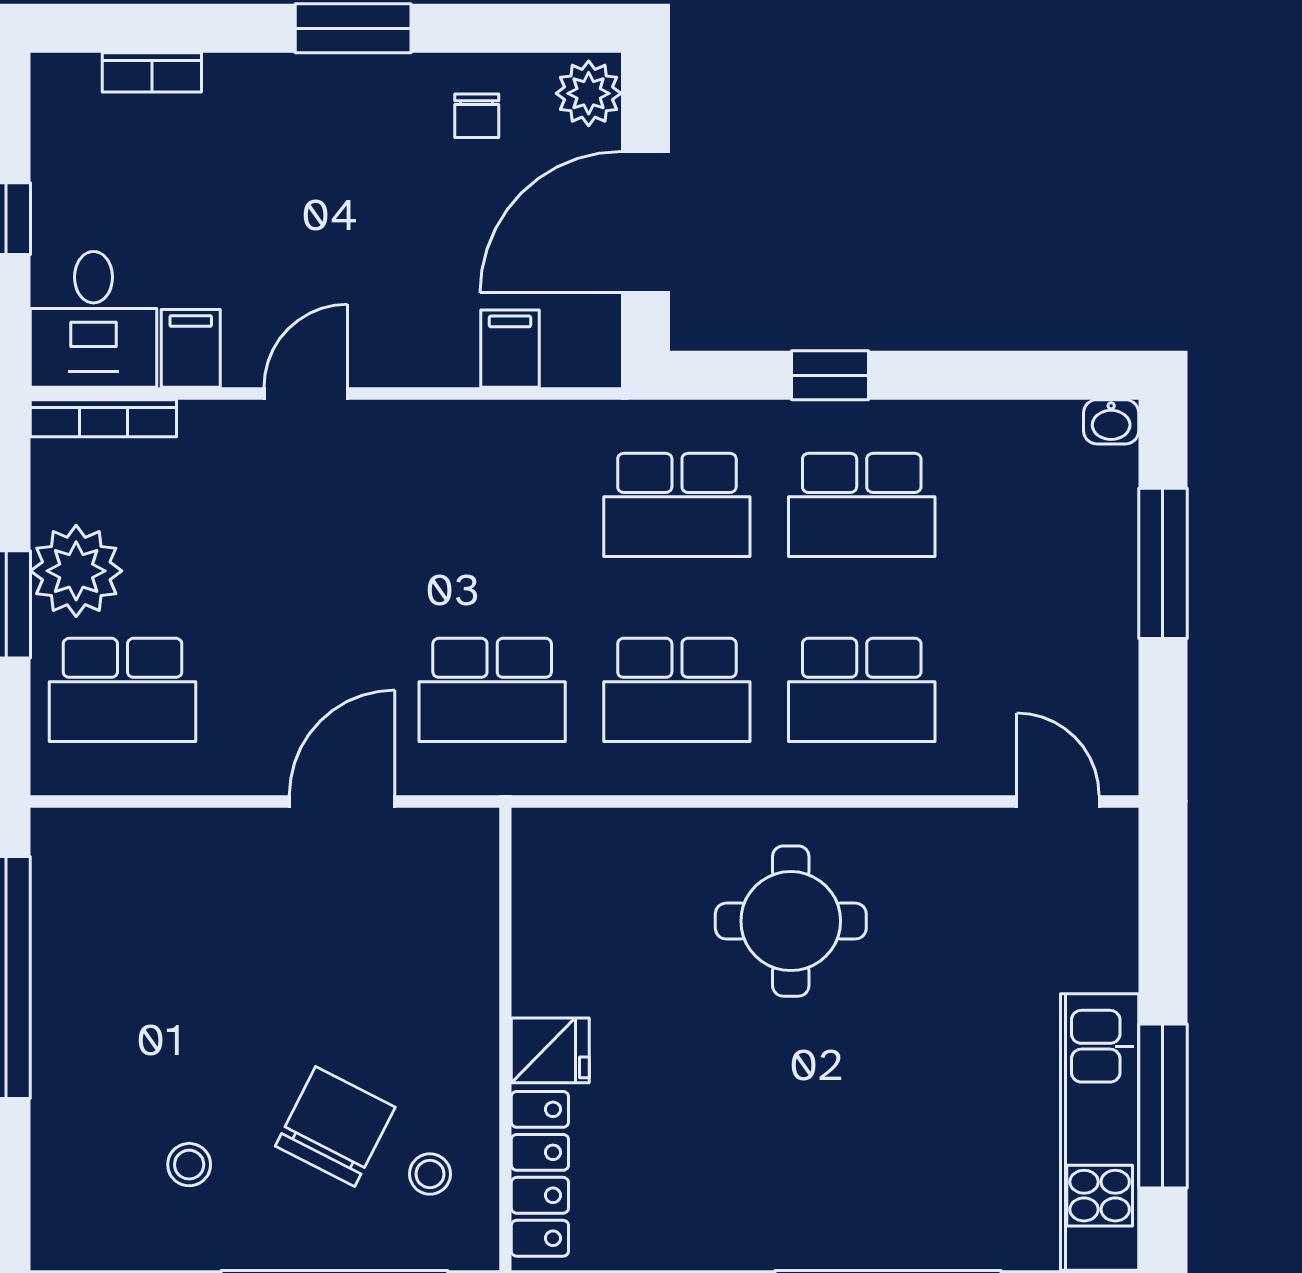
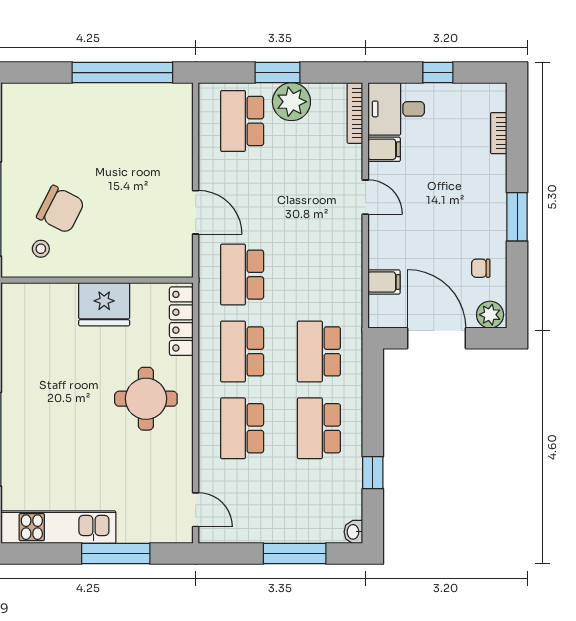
window: (830, 375) -> (373, 473), moved
door: (1058, 801) -> (196, 510), hinge flipped
fridge: (550, 1050) -> (104, 304), width x1.88, depth x1.34
window: (1163, 1106) -> (116, 553), moved
stool: (189, 1165) -> (45, 149), removed
locker: (540, 1174) -> (181, 321), moved, turned 90

